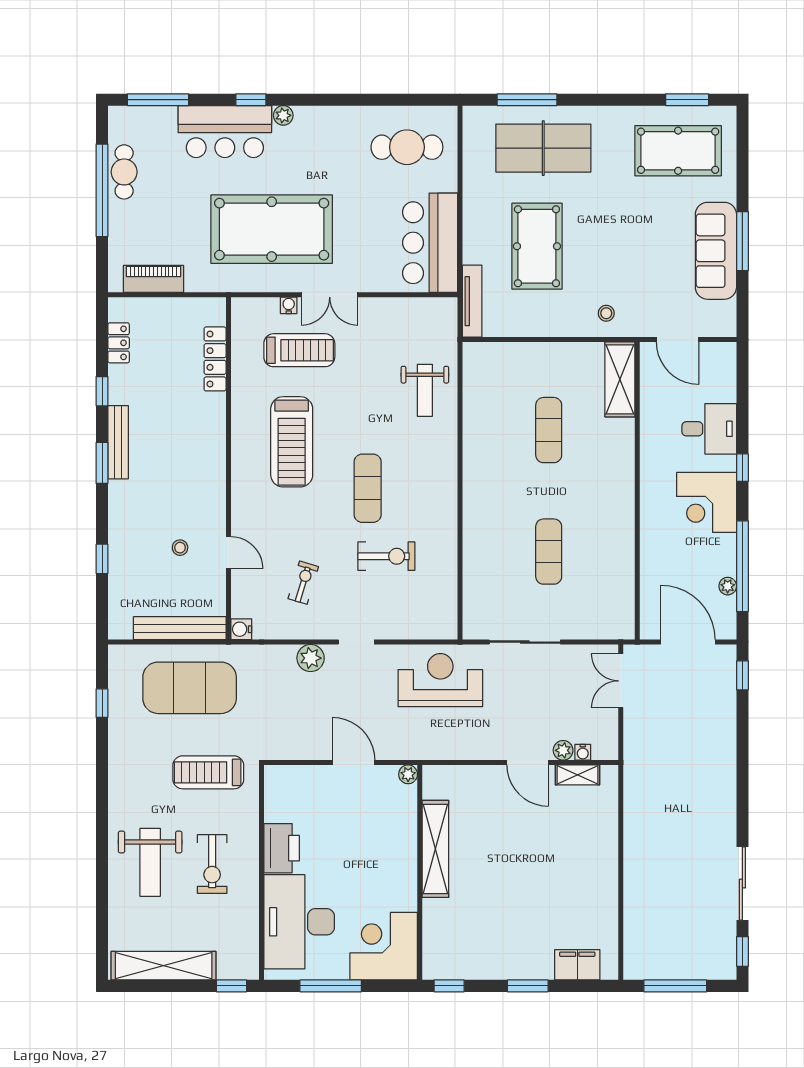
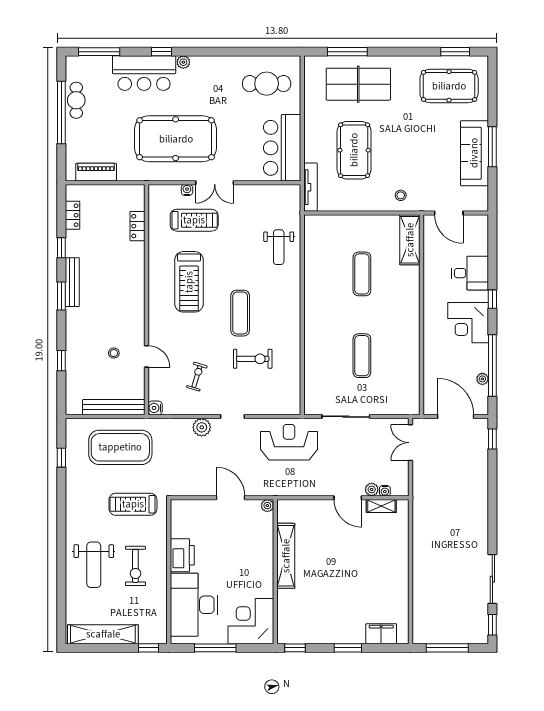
locker: (215, 359) -> (137, 226), width x0.66

